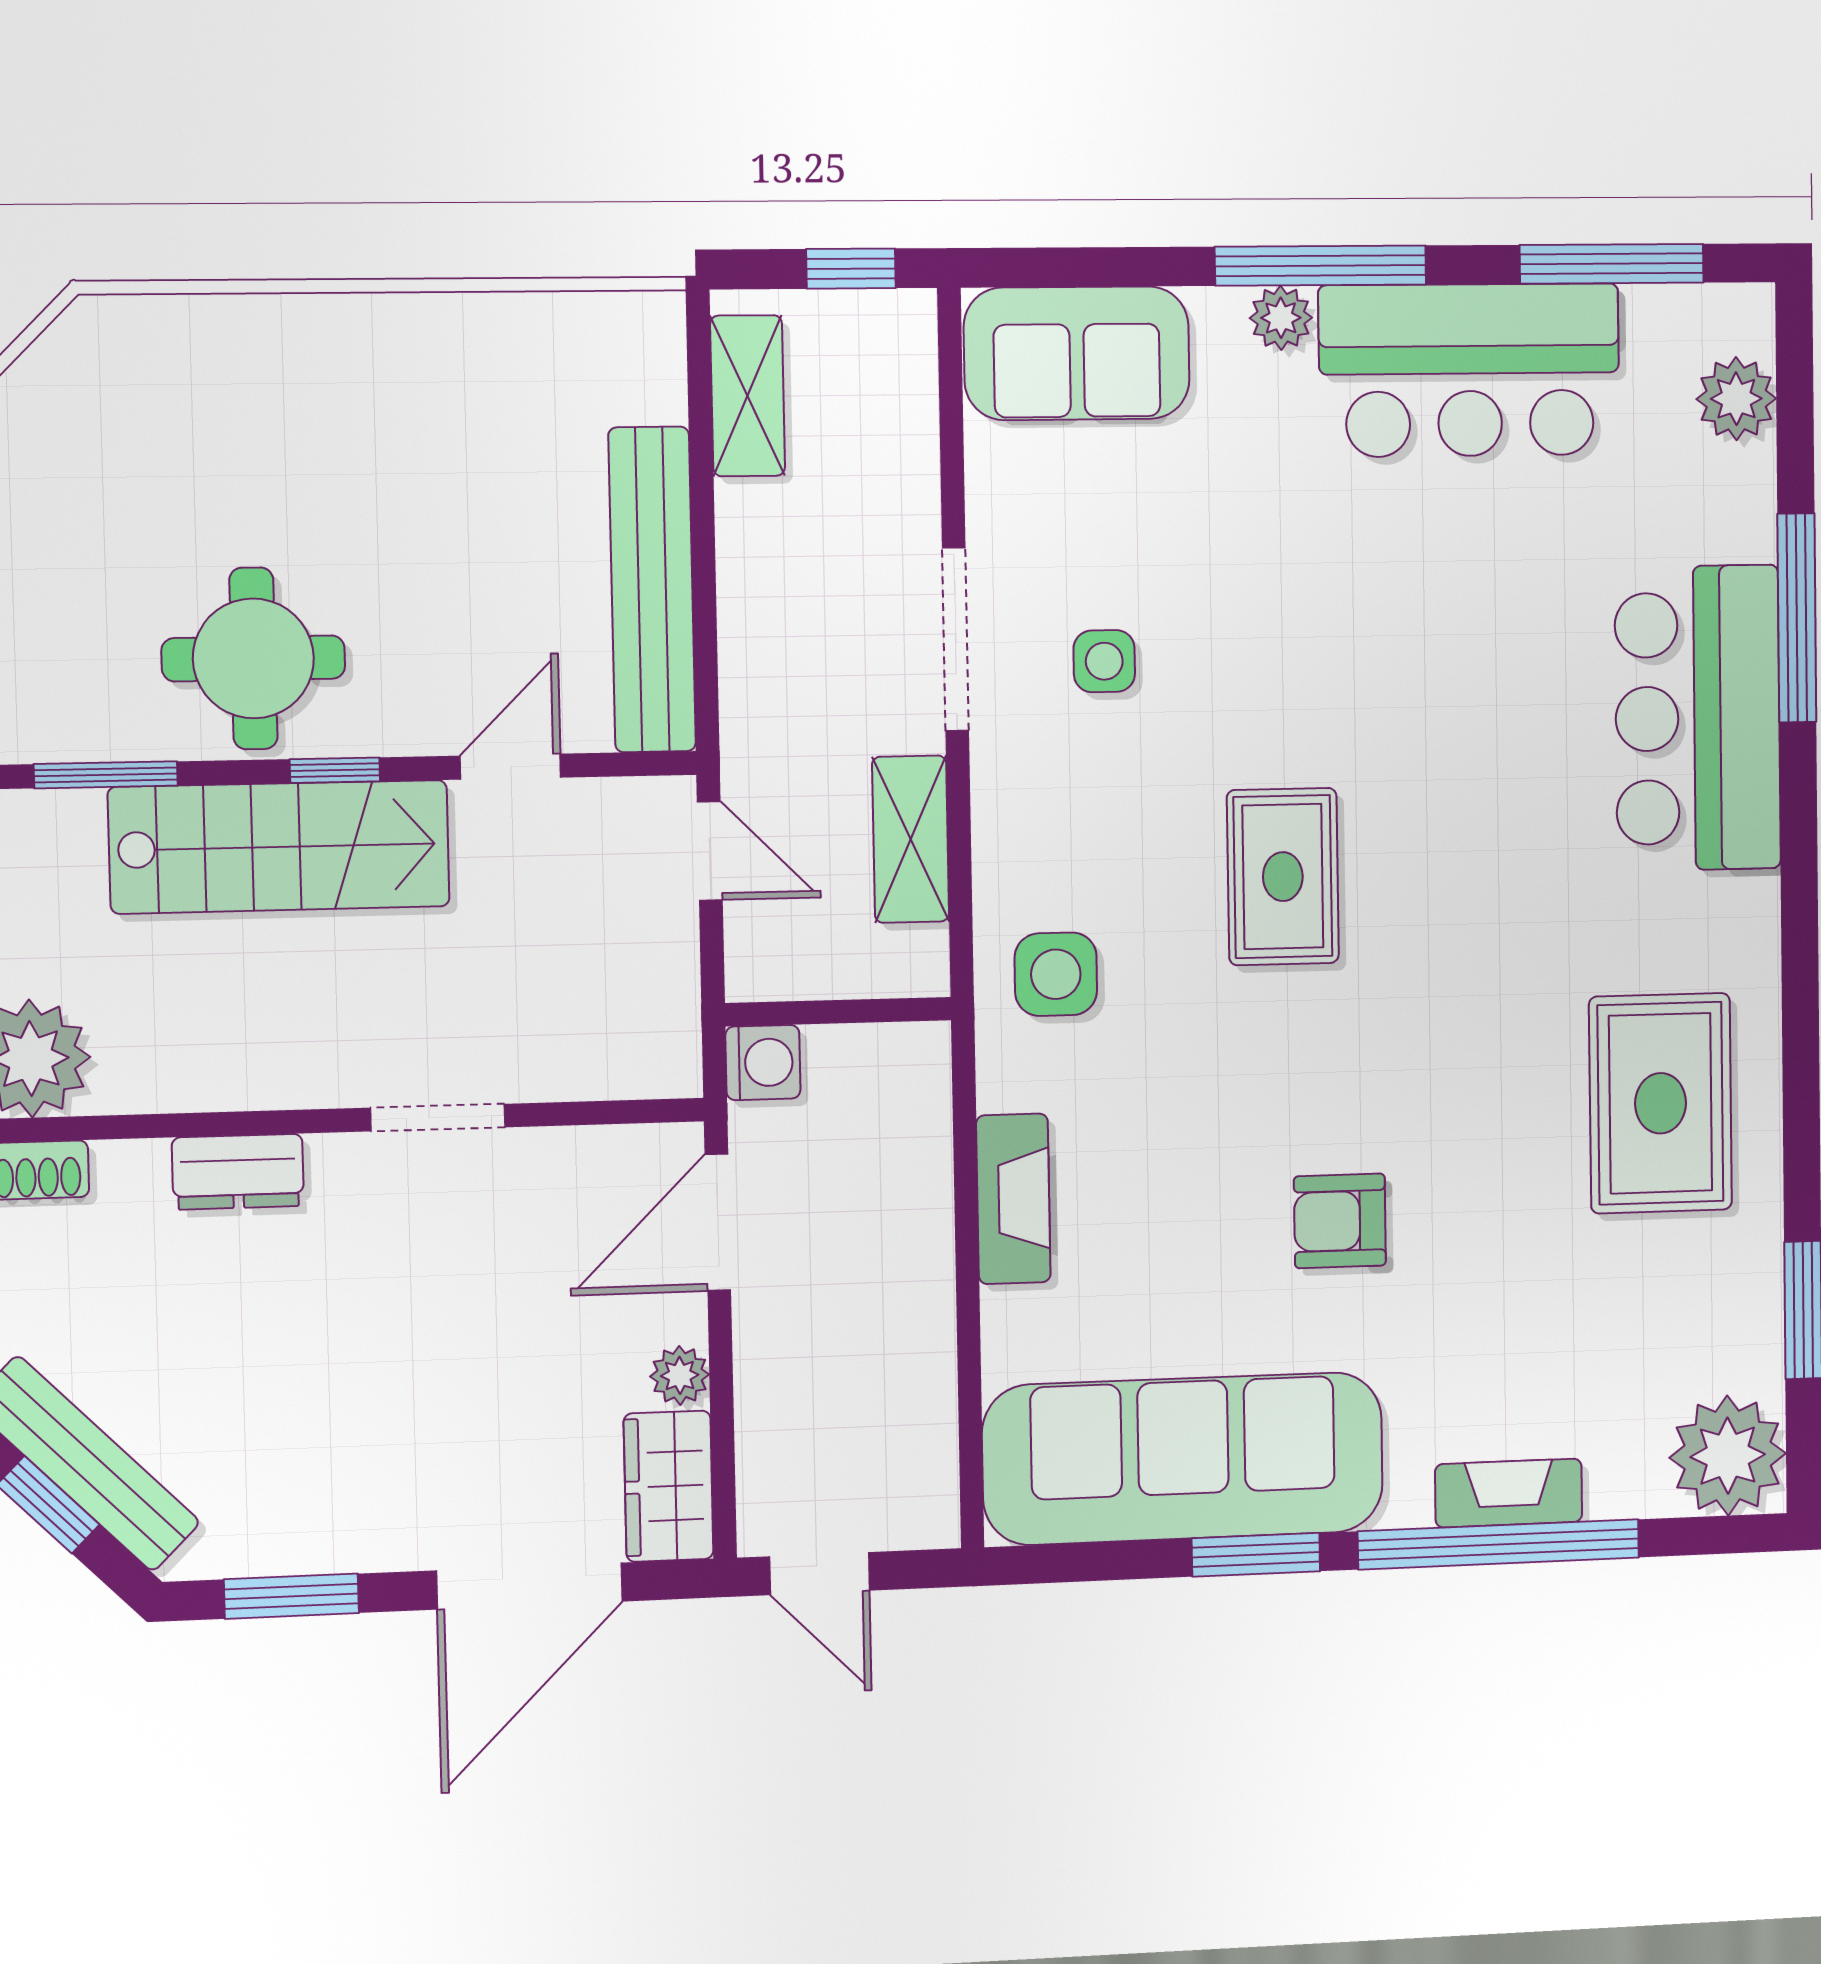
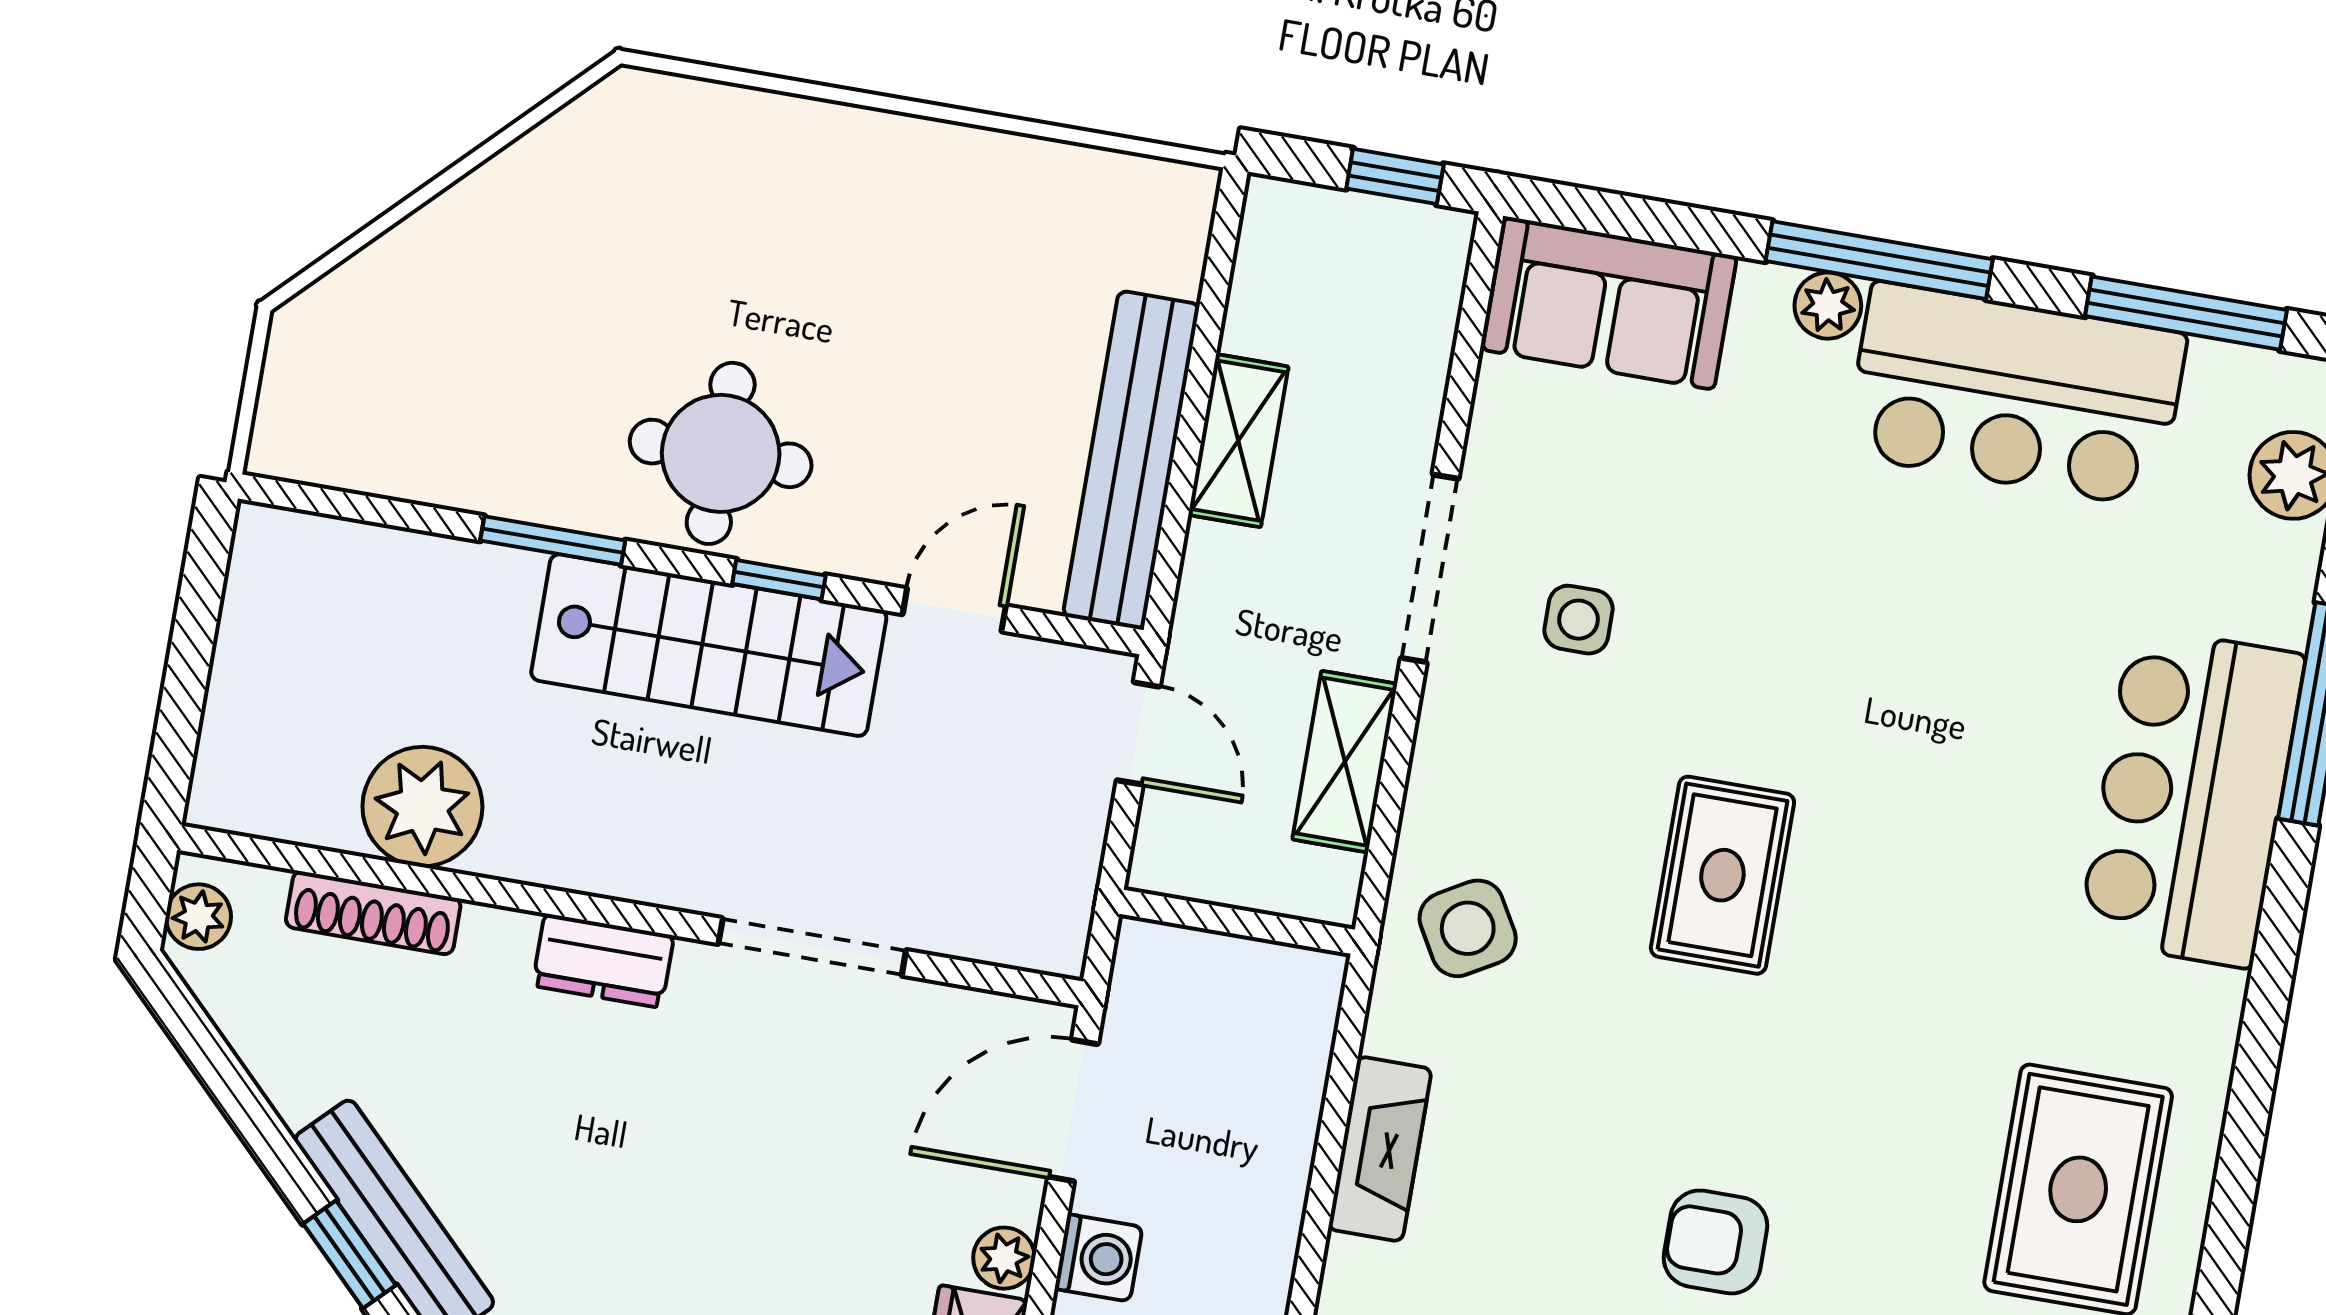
shelving: (748, 396) -> (1238, 441), moved
side table: (1056, 974) -> (1468, 928), turned -30
washing machine: (763, 1062) -> (1099, 1258), moved
doorway: (438, 1118) -> (812, 947), width x1.38

